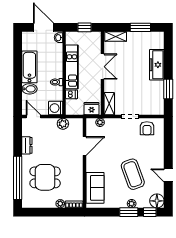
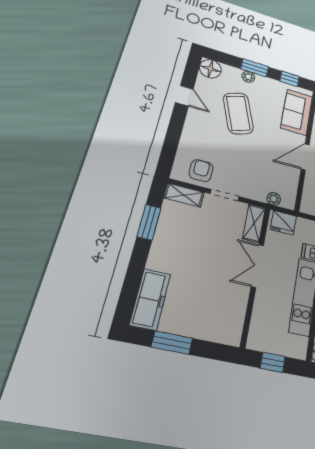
shelving: (116, 37) -> (184, 195), moved
freezer: (157, 65) -> (150, 299), moved
double door: (103, 67) -> (257, 266), moved
door: (84, 146) -> (305, 157), moved
window: (150, 212) -> (290, 79), moved

